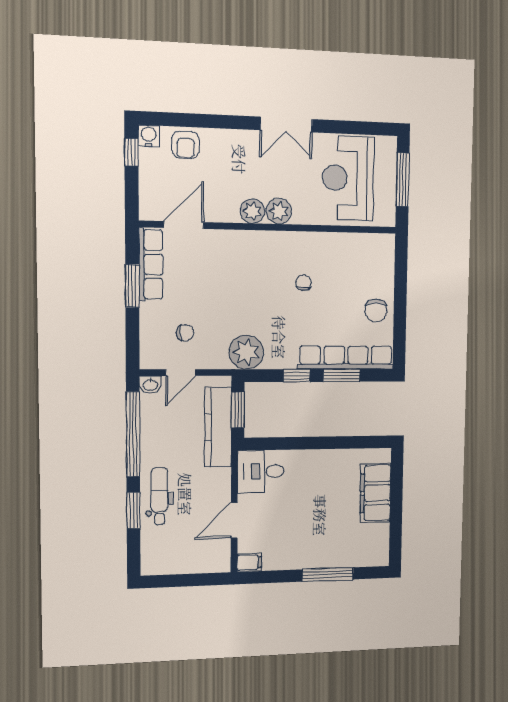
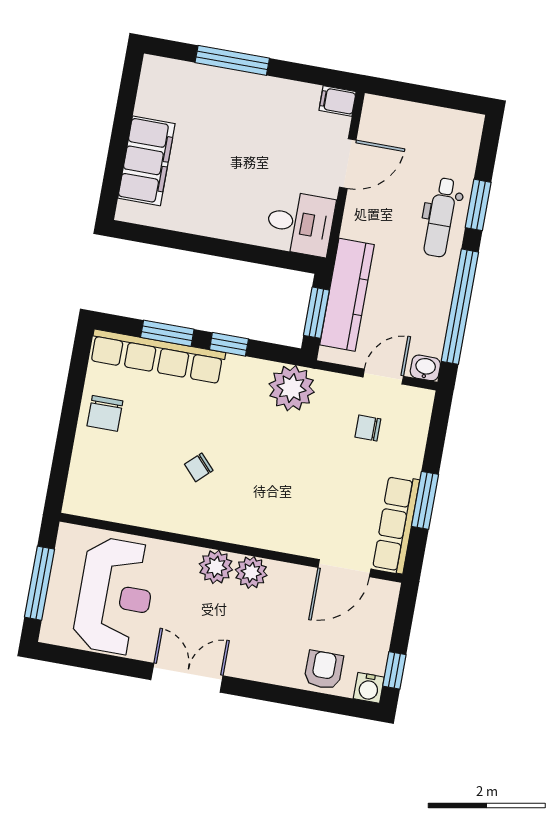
chair: (303, 283) -> (199, 467), turned 47
chair: (376, 310) -> (105, 413), turned 180

